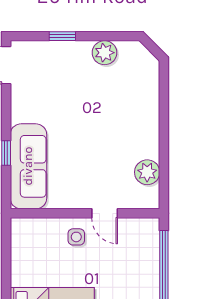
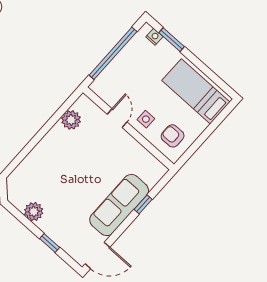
sofa: (28, 166) -> (119, 205), moved
armchair: (36, 244) -> (173, 136), added

